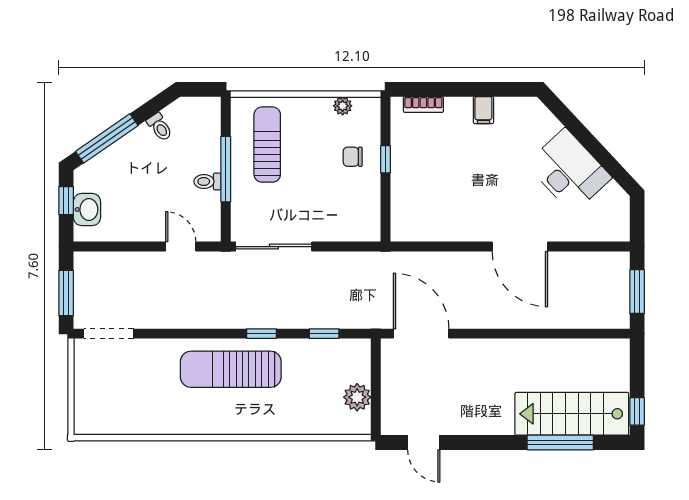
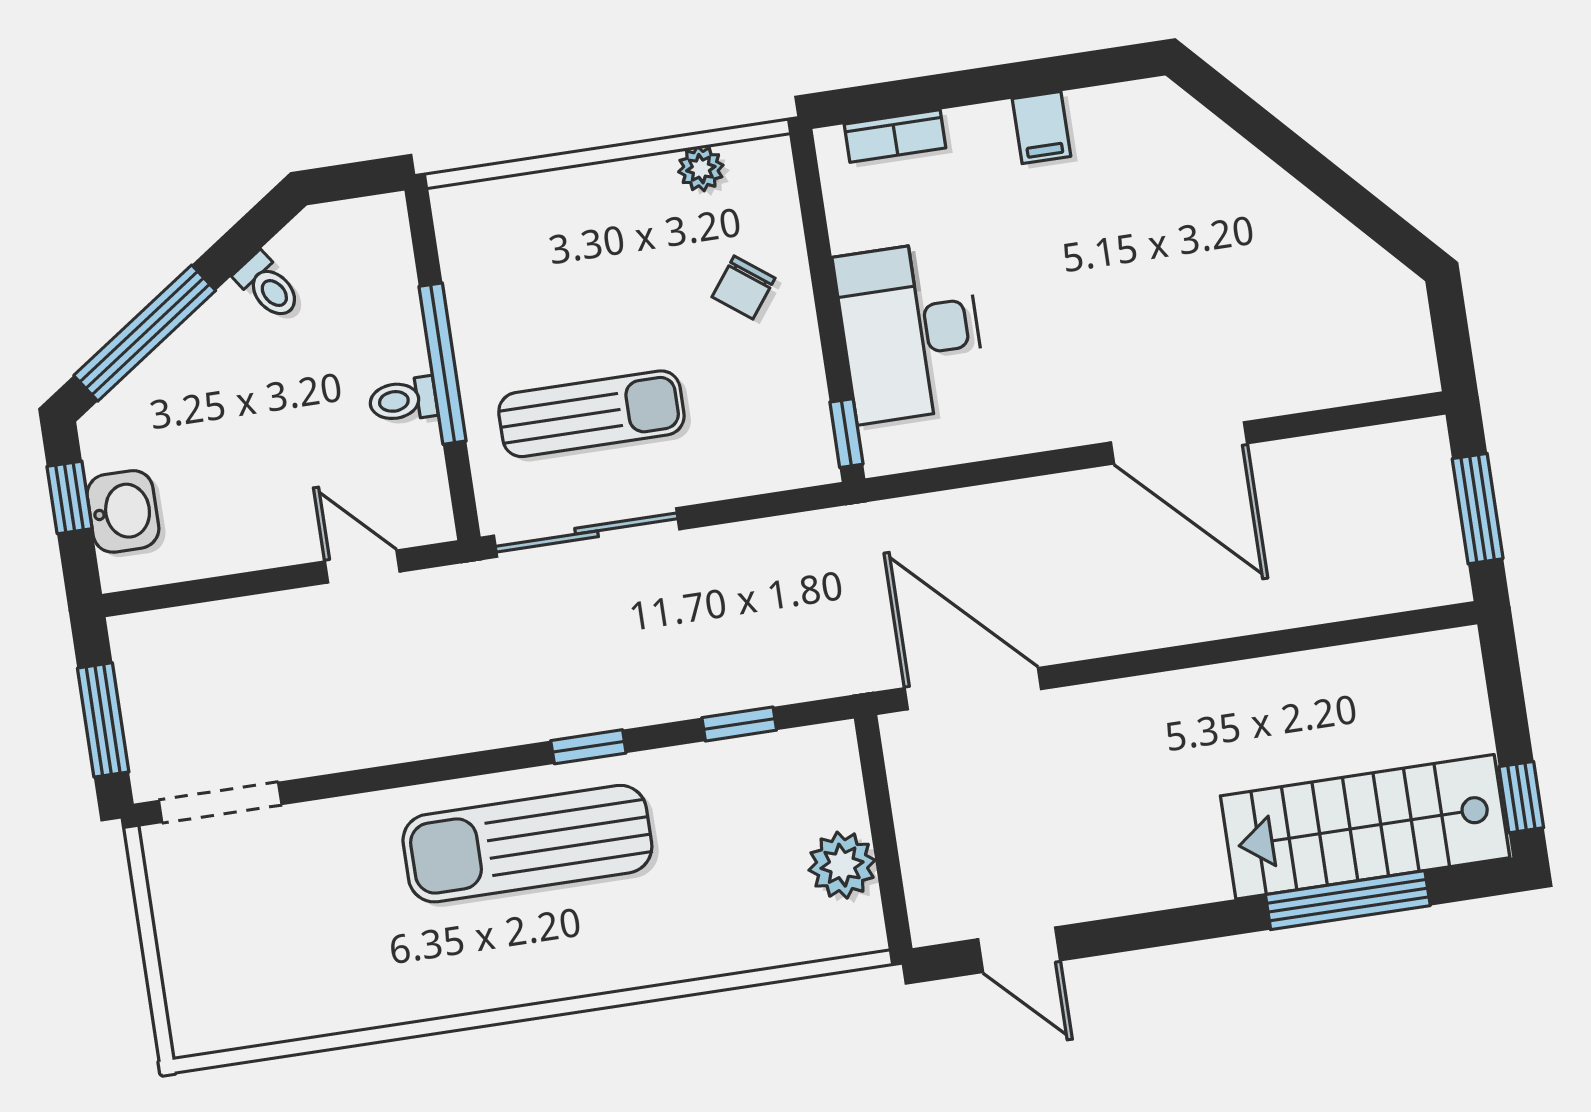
sun lounger: (267, 145) -> (591, 414), moved, turned 90
chair: (353, 157) -> (744, 287), turned -53
window: (385, 159) -> (846, 433), moved
desk: (569, 171) -> (910, 331), moved, turned -137

